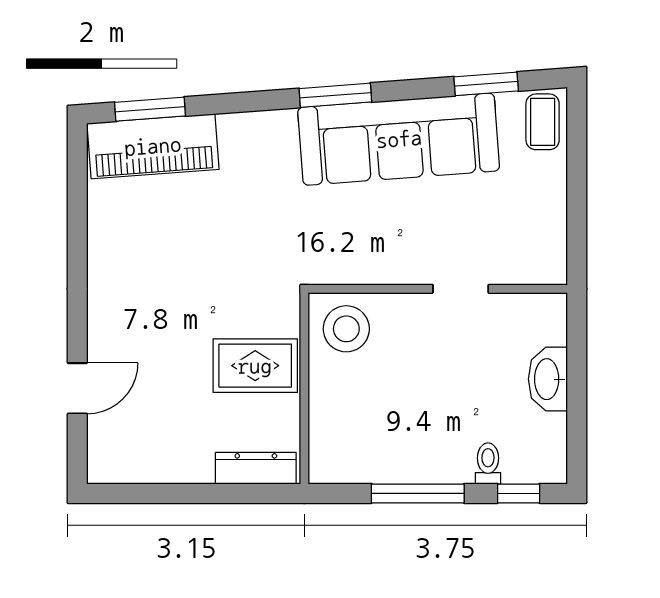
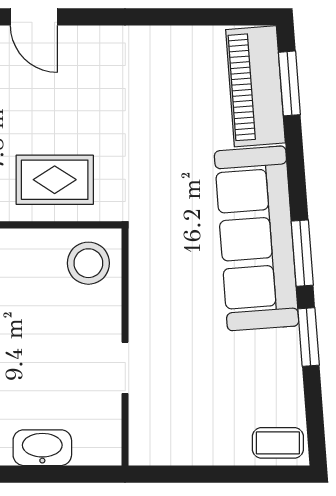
window: (486, 84) -> (309, 337), moved
sofa: (399, 139) -> (257, 238), moved
rug: (255, 366) -> (55, 180), turned 90

